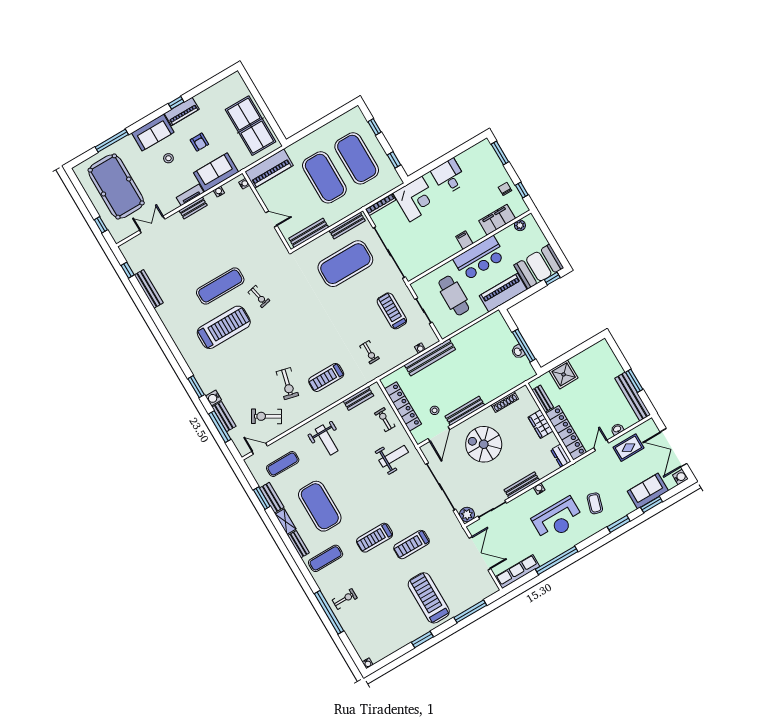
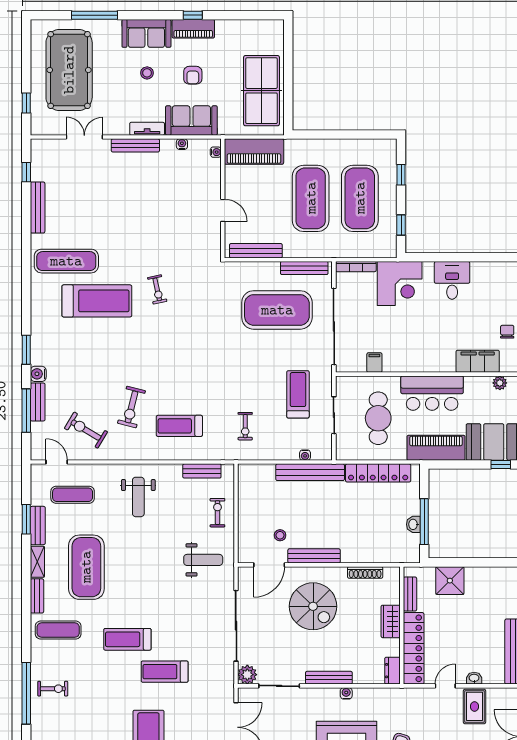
bench: (193, 208) -> (135, 145), width x1.36
filing cabinet: (464, 240) -> (374, 363), moved
exercise mat: (220, 286) -> (66, 261), moved
locker: (403, 406) -> (378, 473), moved, turned 90
spiral stairs: (484, 444) -> (313, 606), turned 180
rug: (628, 448) -> (475, 706), turned 90

